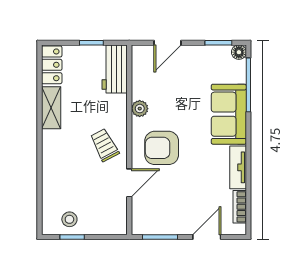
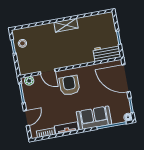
door: (168, 43) -> (126, 78), width x1.88
locker: (52, 65) -> (103, 19), removed
shelving: (51, 108) -> (66, 25), moved
plant: (140, 109) -> (29, 81), moved
trolley: (104, 145) -> (65, 55), removed
door: (207, 237) -> (26, 118), hinge flipped

